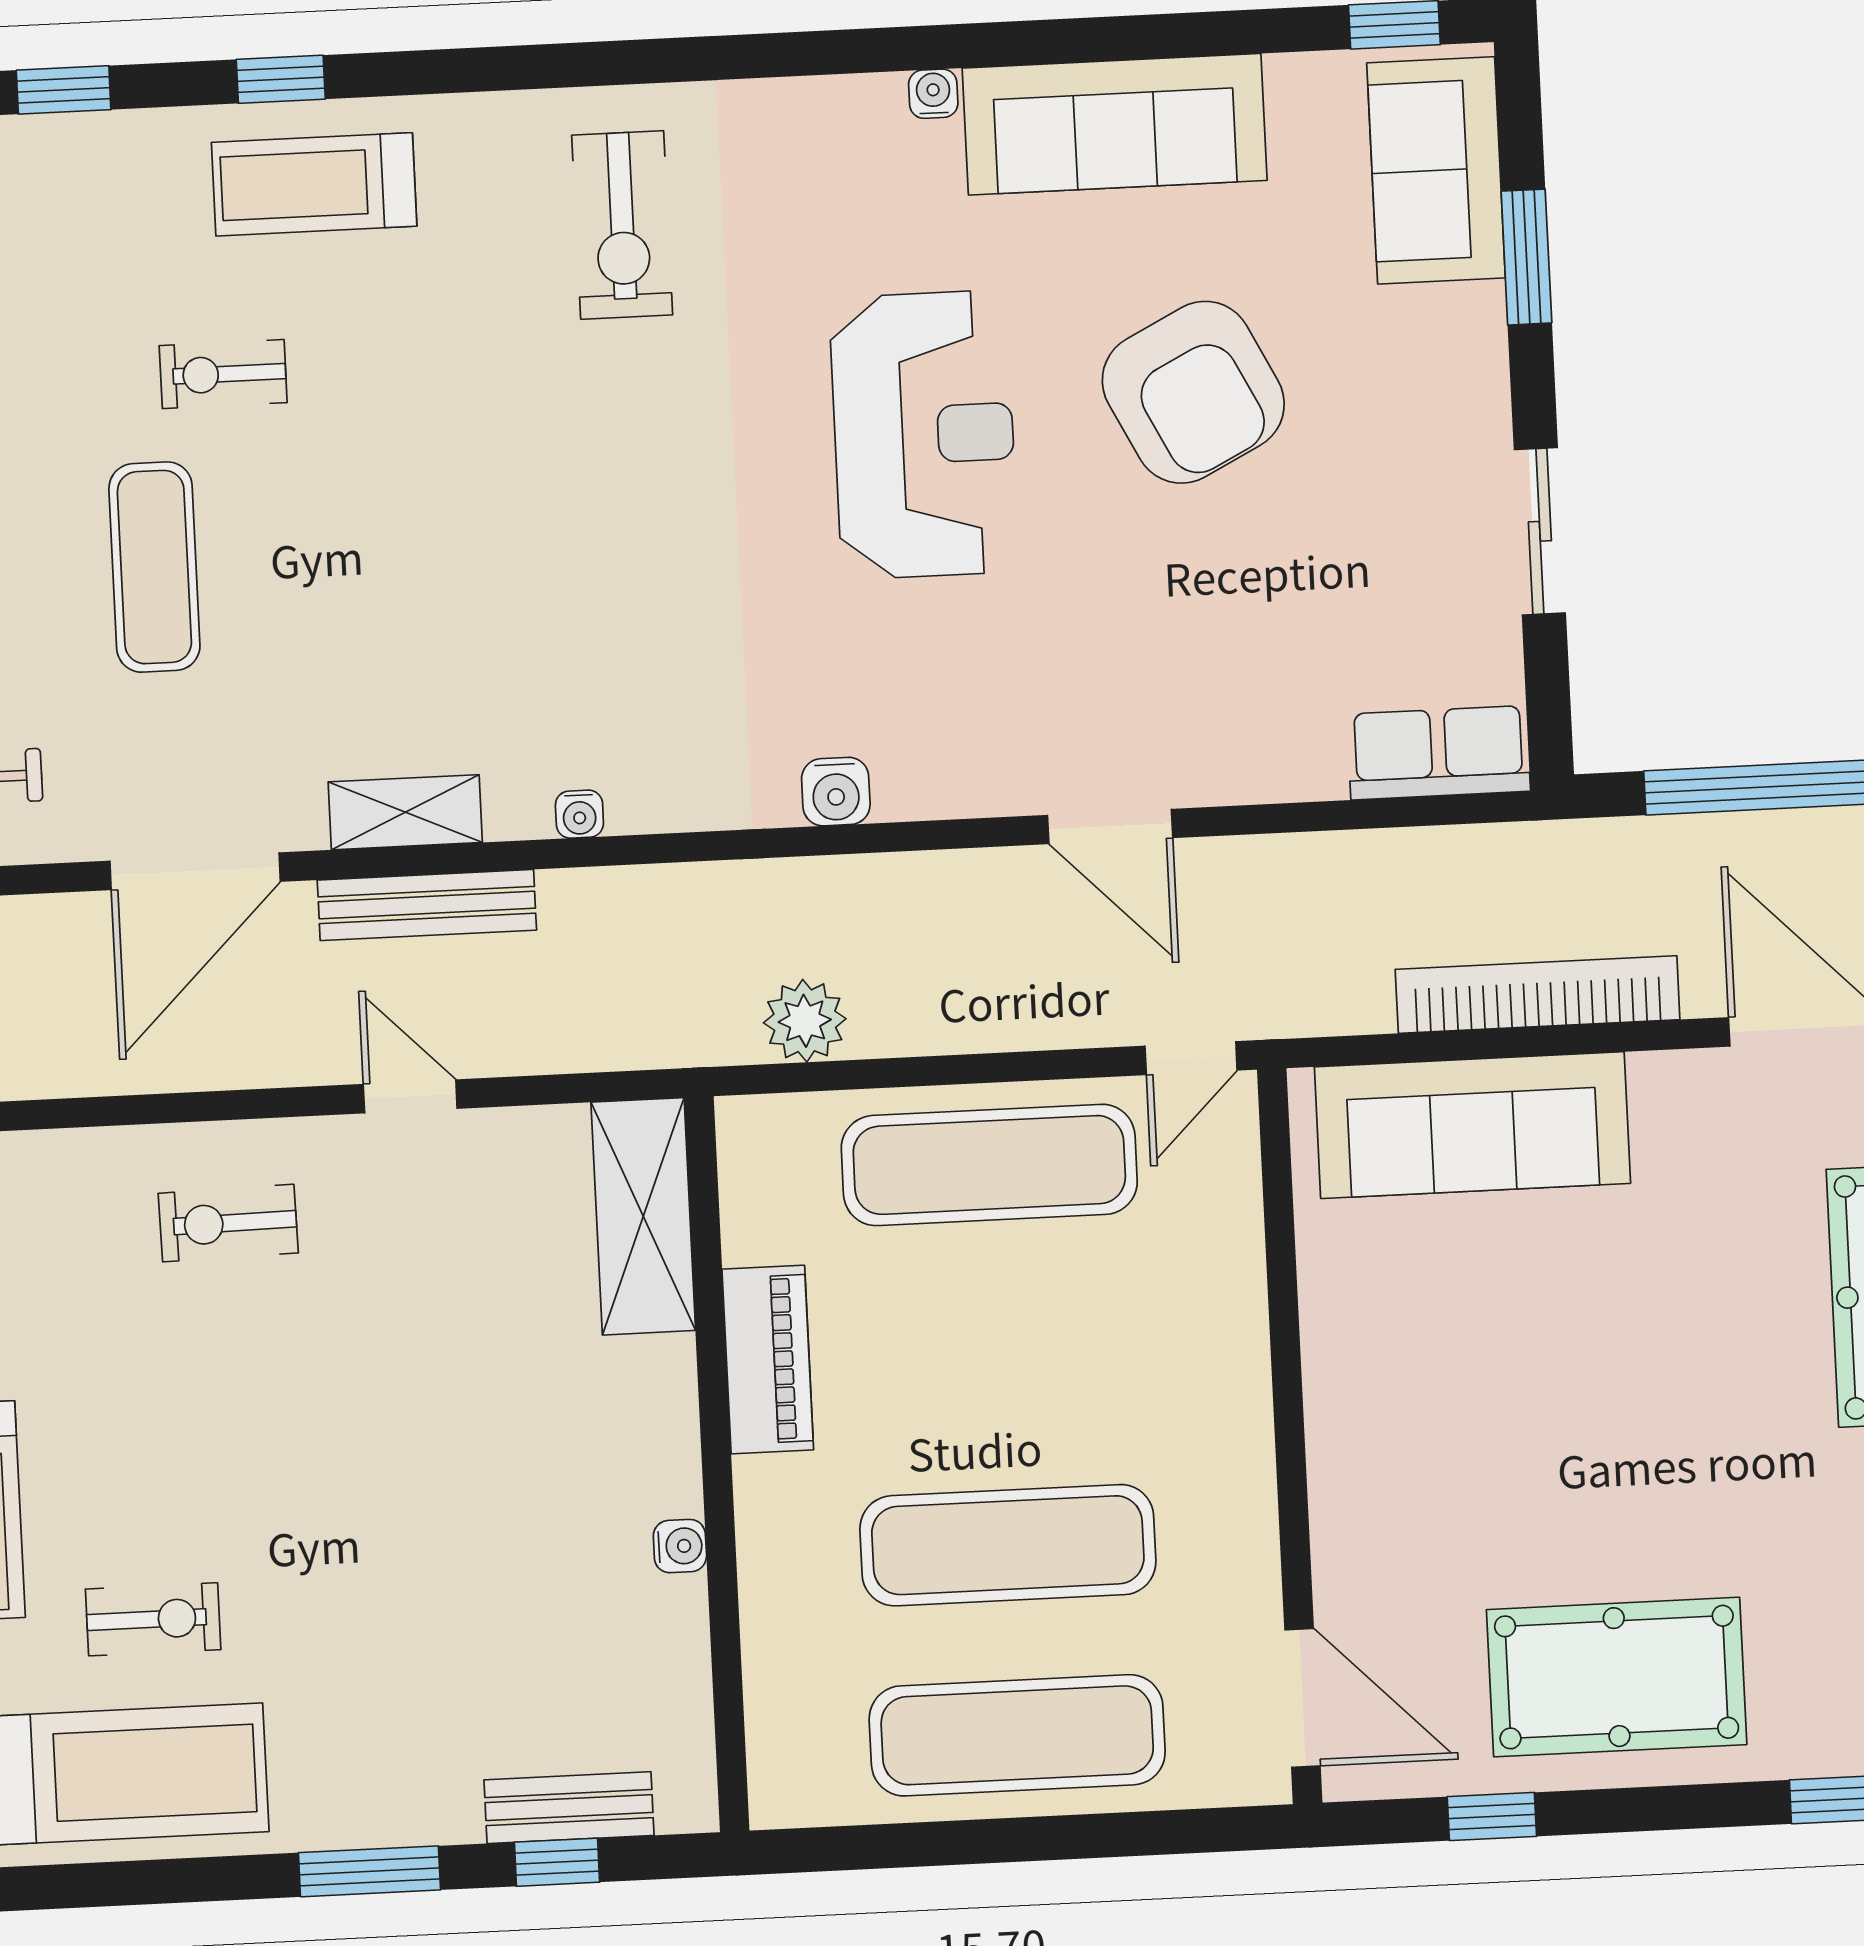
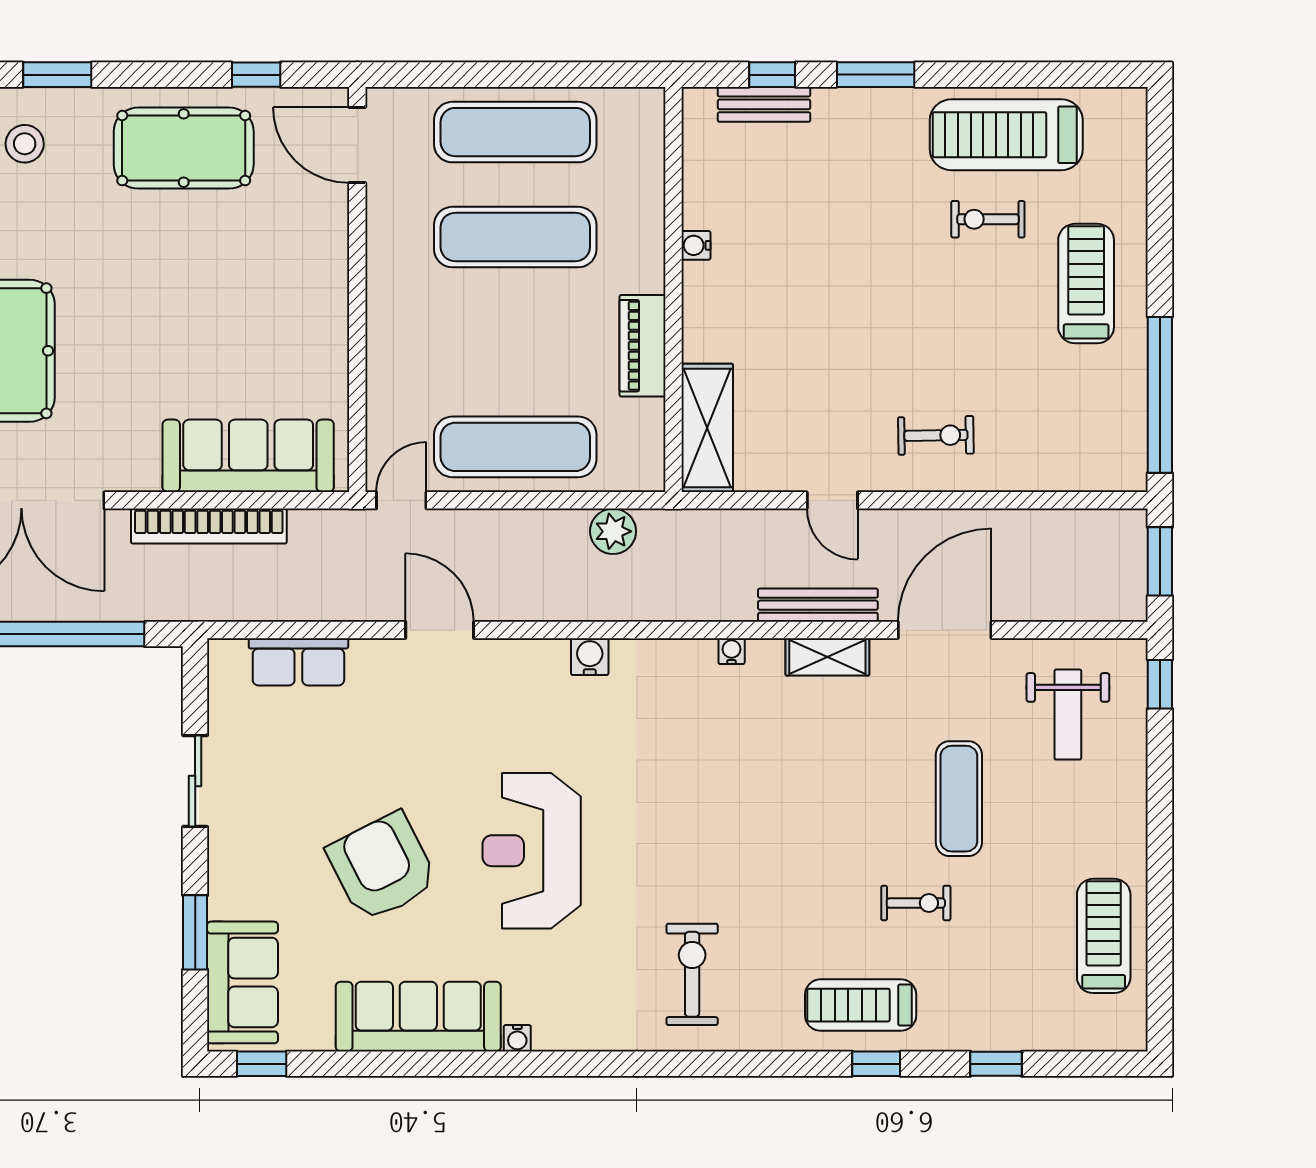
treadmill: (314, 184) -> (861, 1005), turned 180
row of seats: (1439, 753) -> (298, 662), moved

